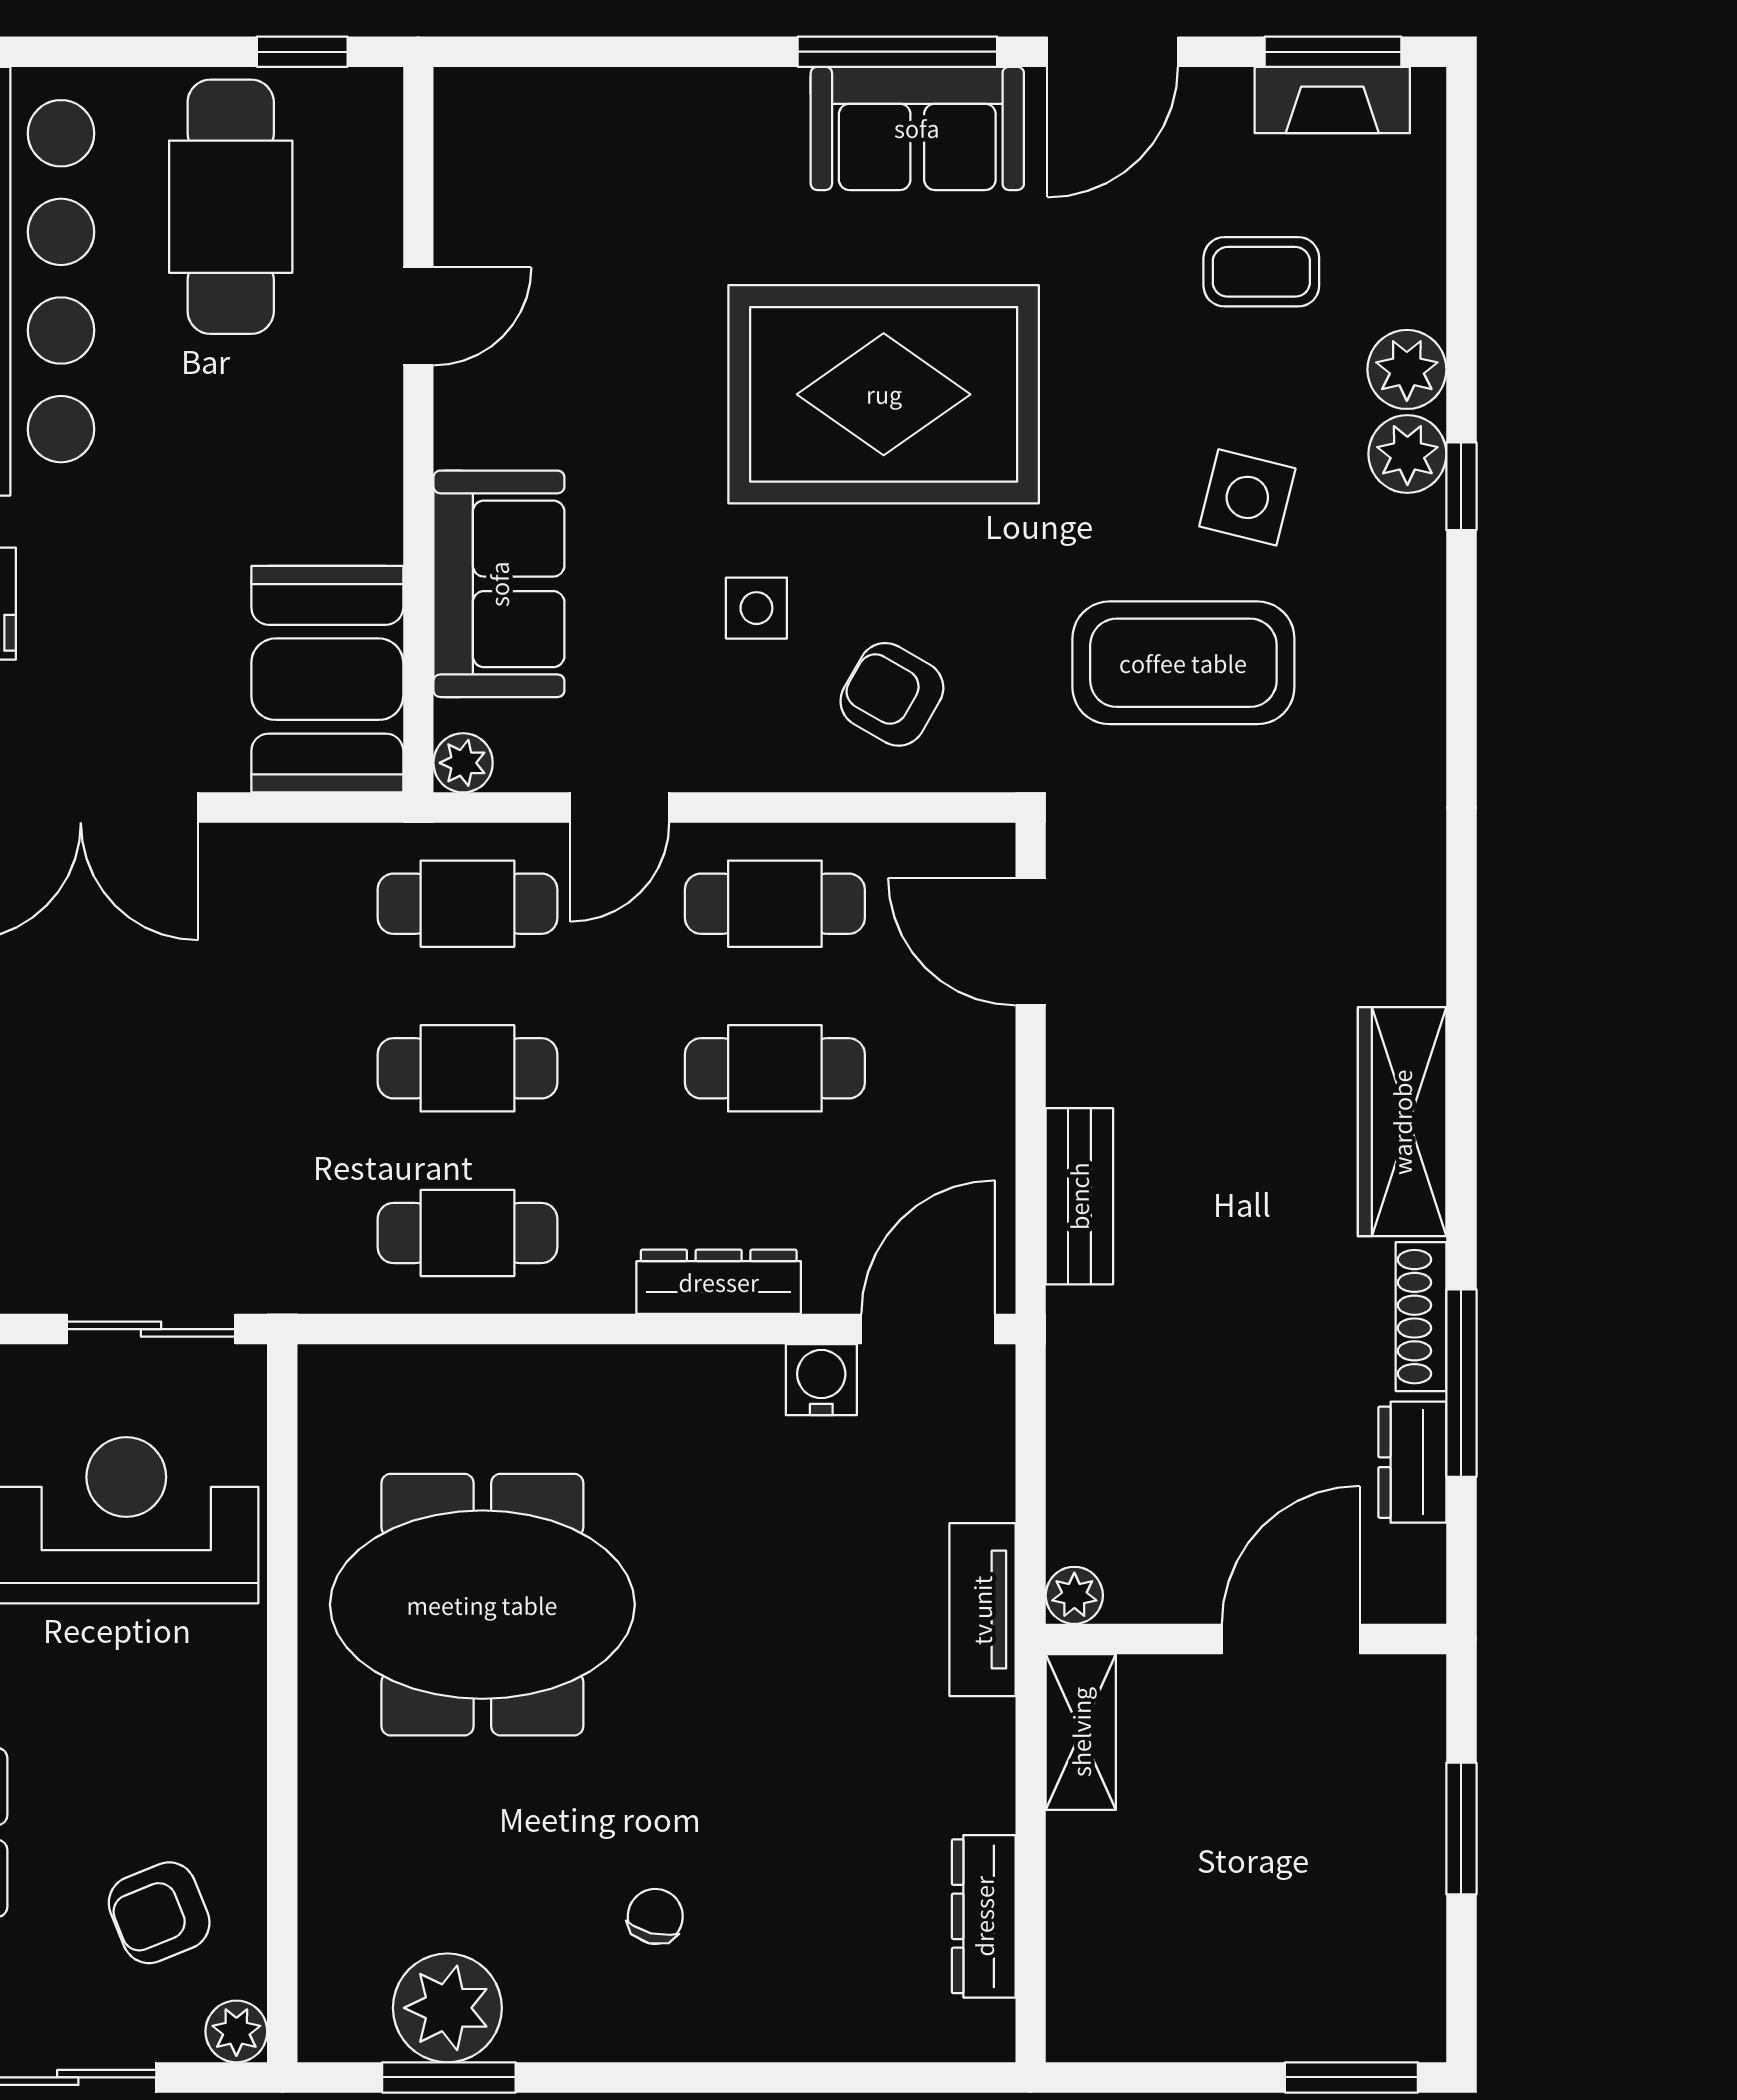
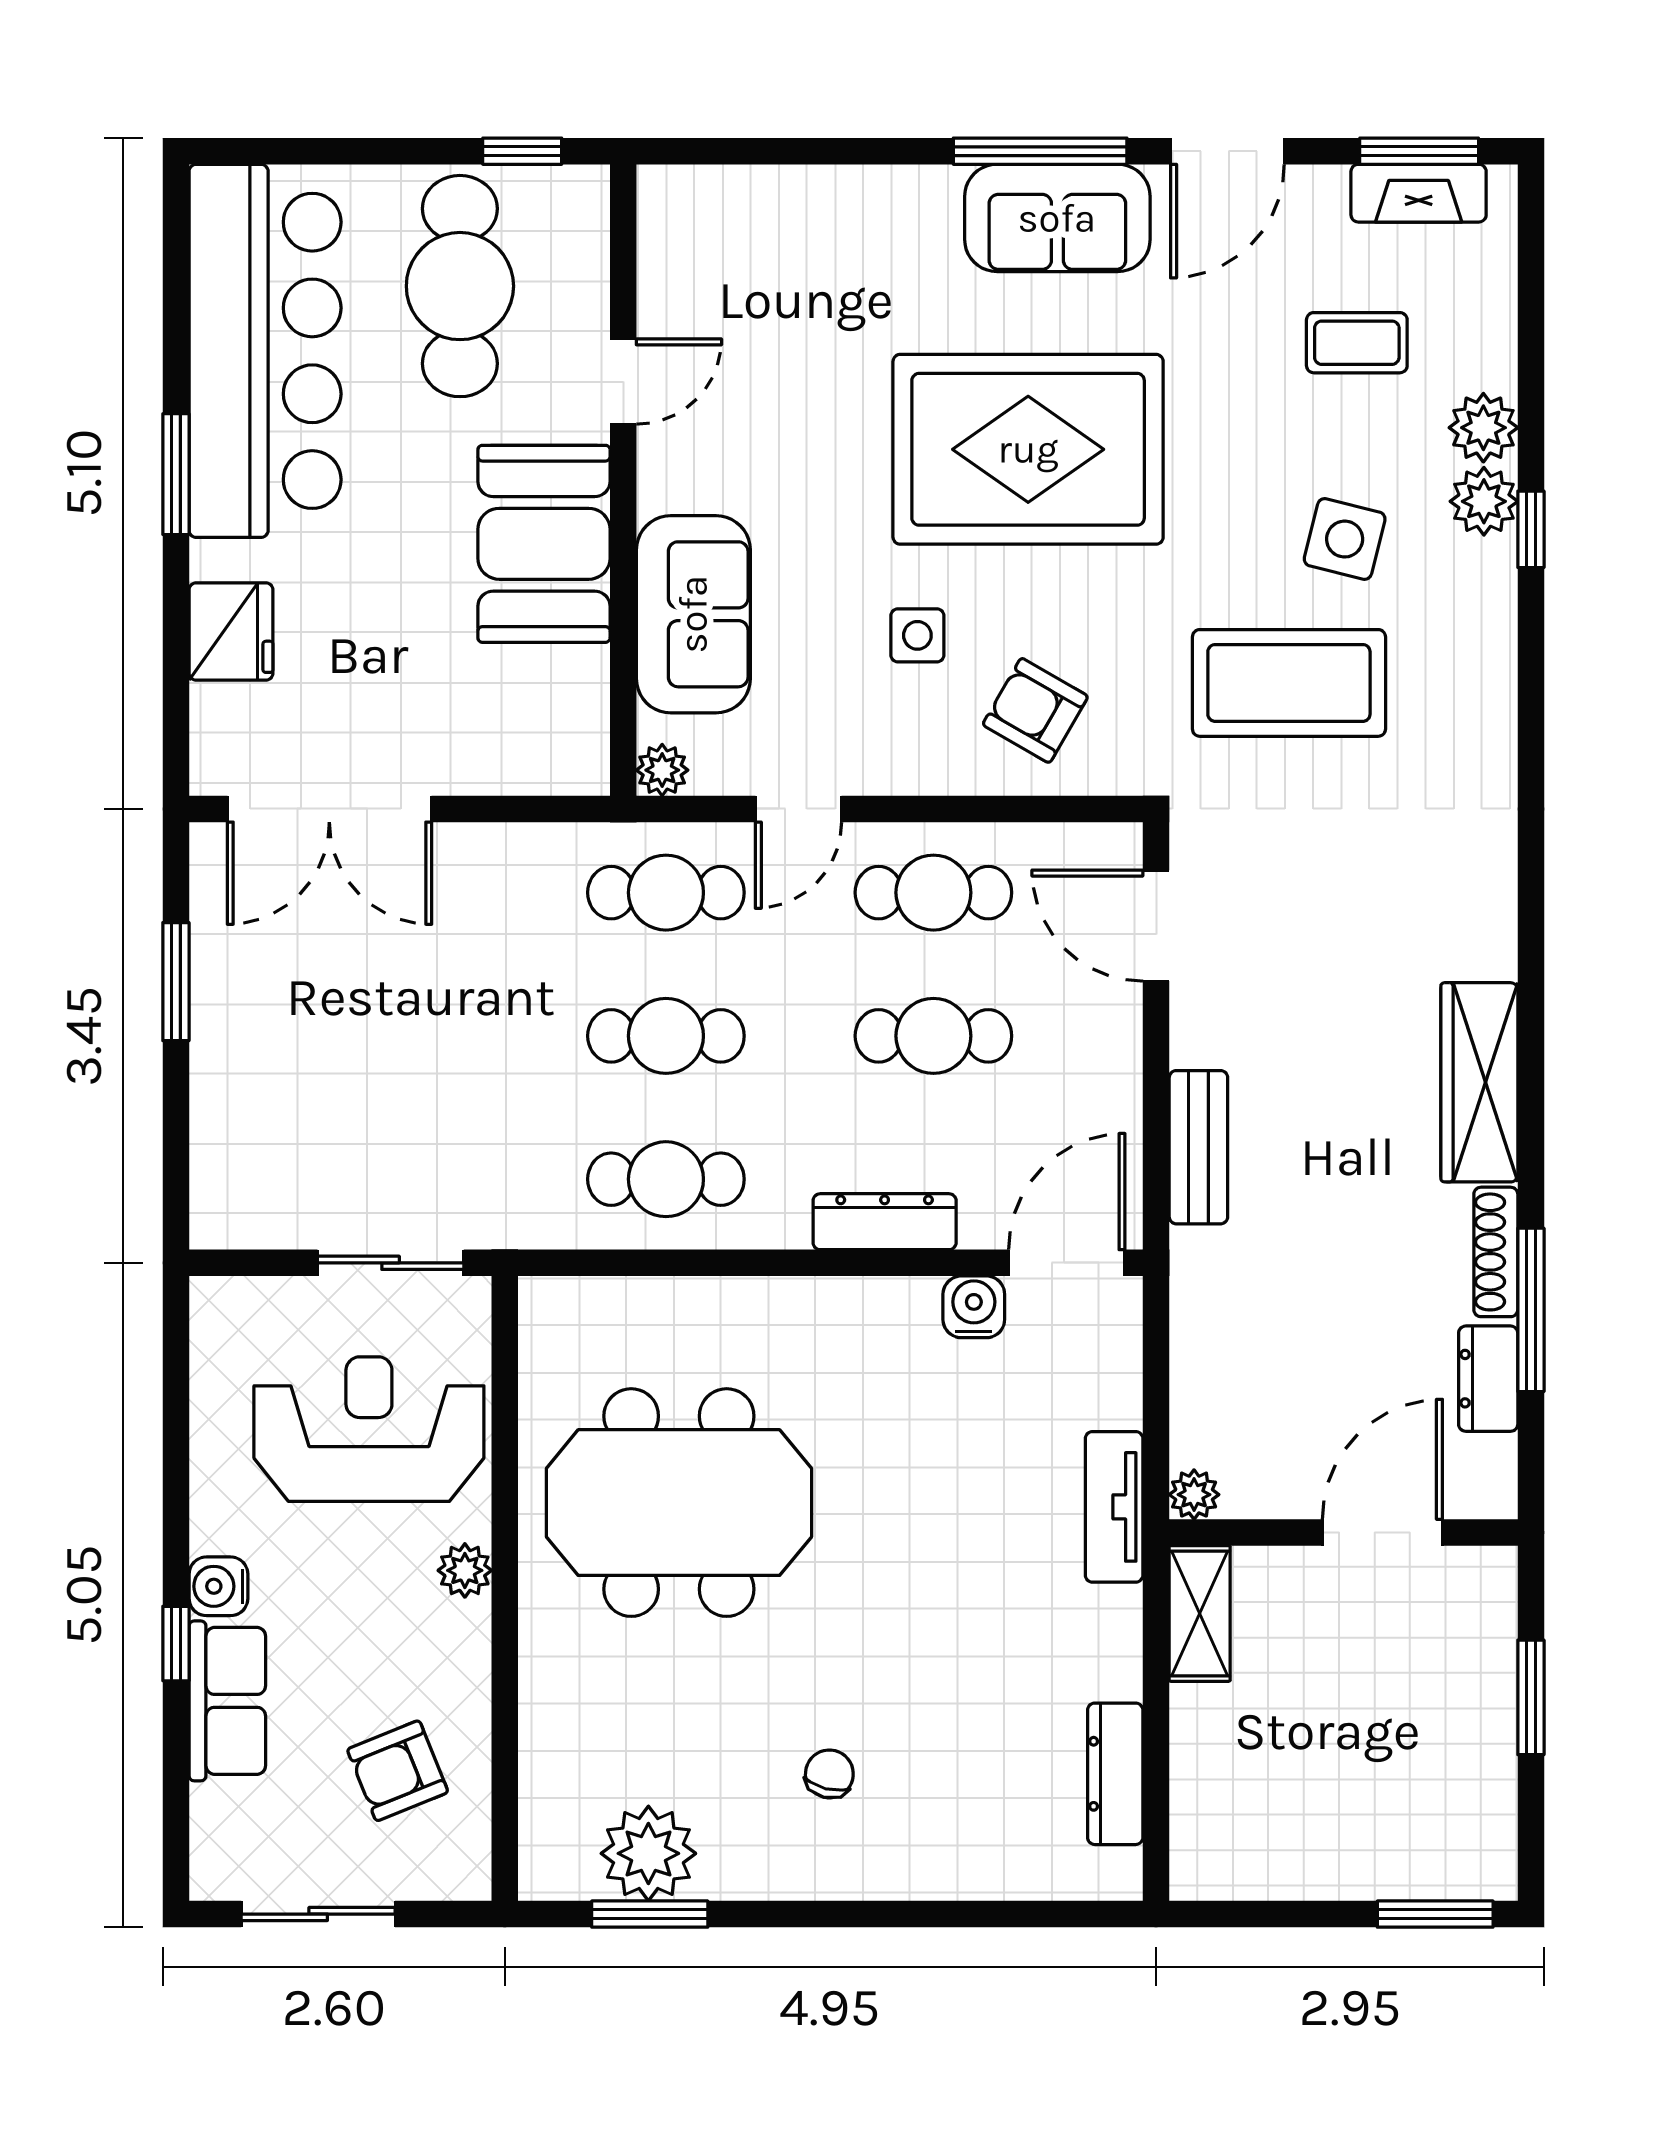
booth: (327, 679) -> (544, 544), moved
plant: (236, 2031) -> (465, 1570), moved

